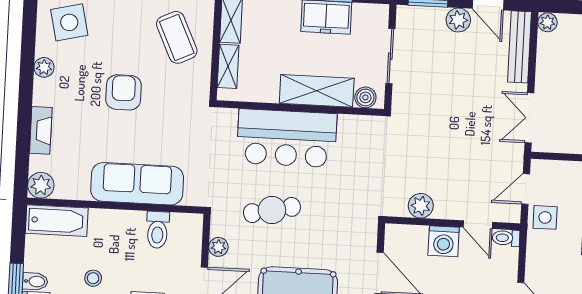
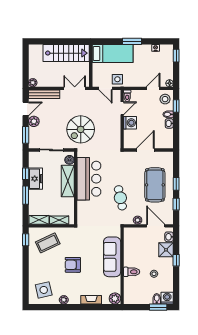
double door: (529, 118) -> (75, 88), swing flipped
spiral stairs: (434, 127) -> (81, 129), added
bar counter: (287, 138) -> (89, 179), moved
plant: (421, 206) -> (115, 133), removed
bathtub: (57, 221) -> (130, 291), removed
toilet: (158, 230) -> (132, 272), moved

